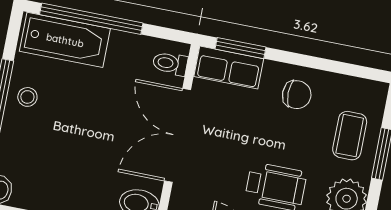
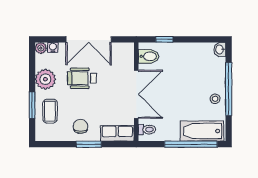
window: (240, 48) -> (89, 144), moved
chair: (297, 95) -> (81, 126), turned 90

